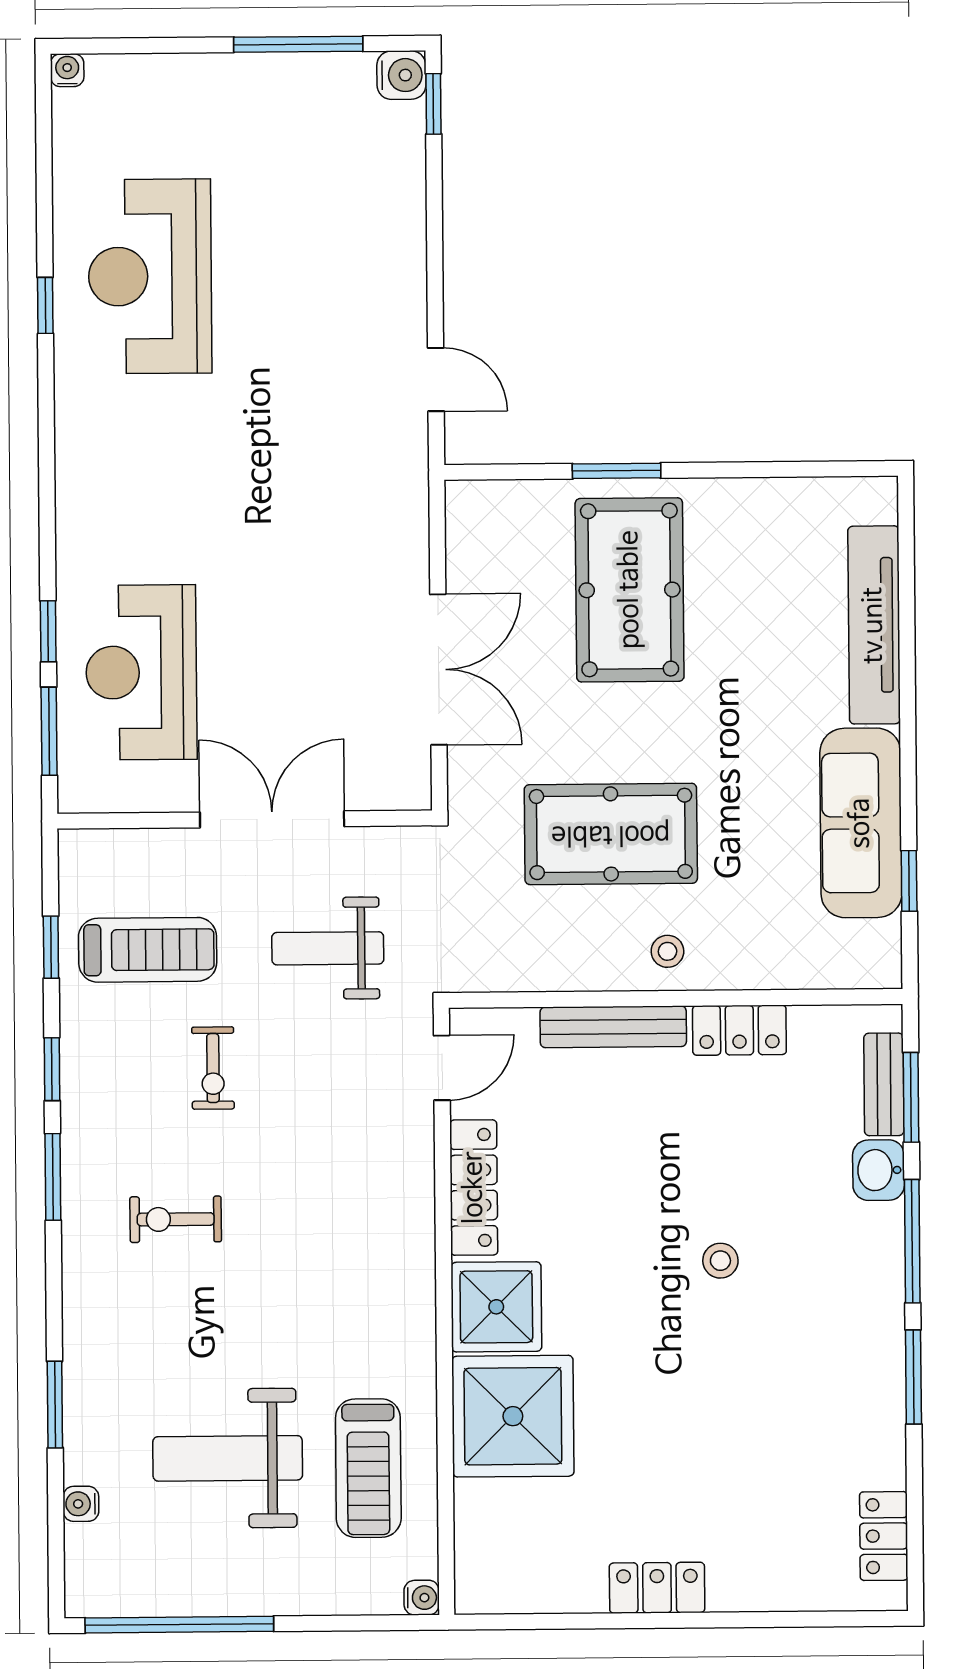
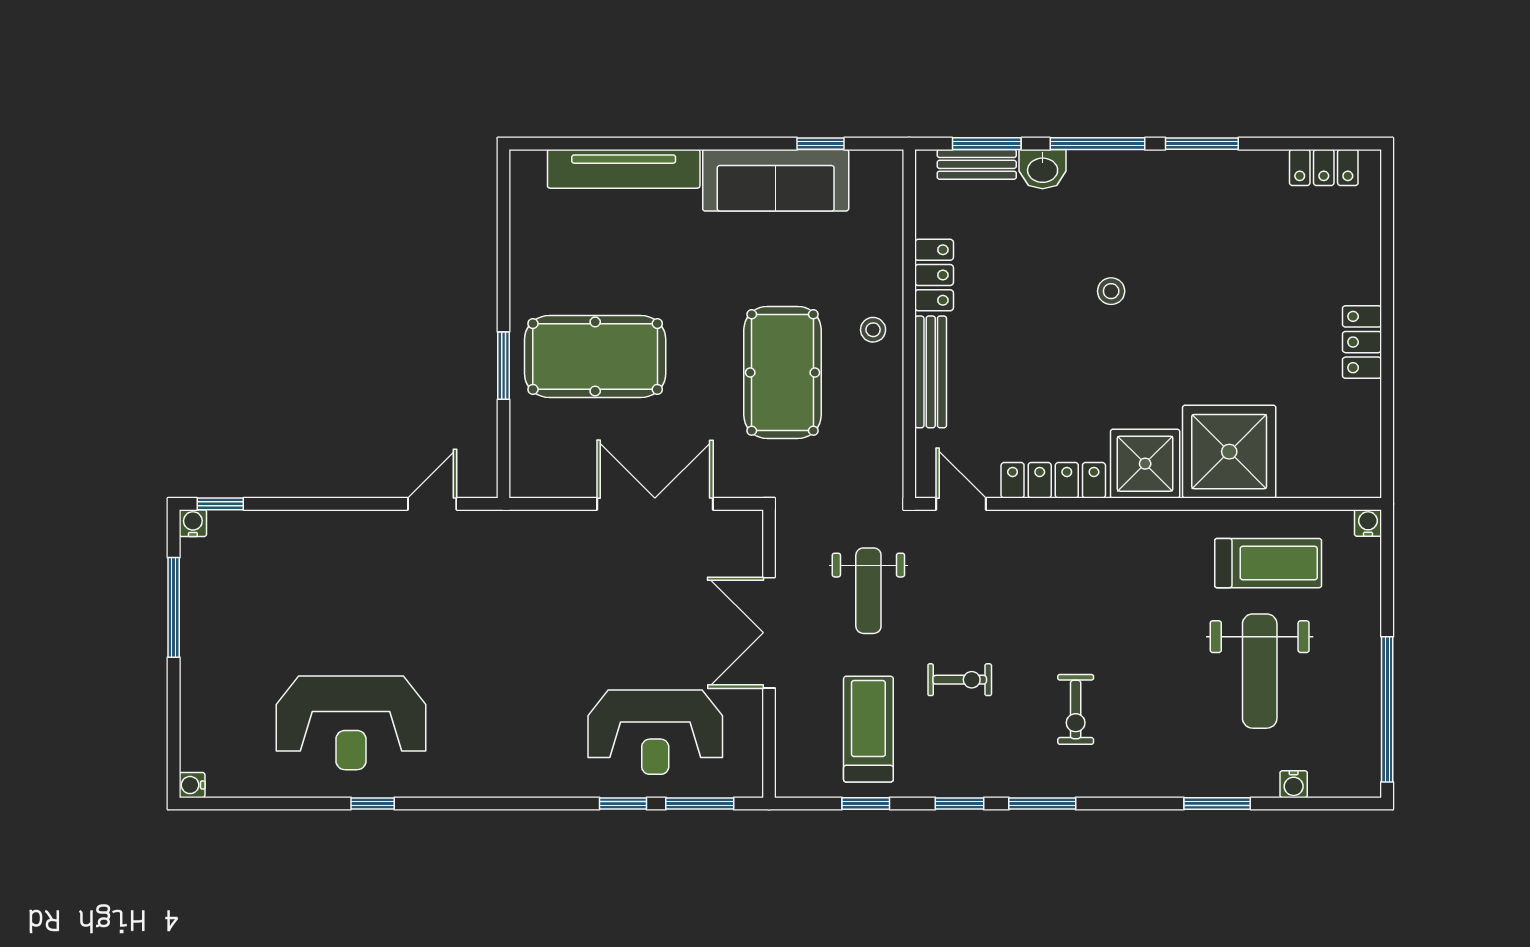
water cooler: (401, 75) -> (193, 523), width x0.72, depth x0.72

